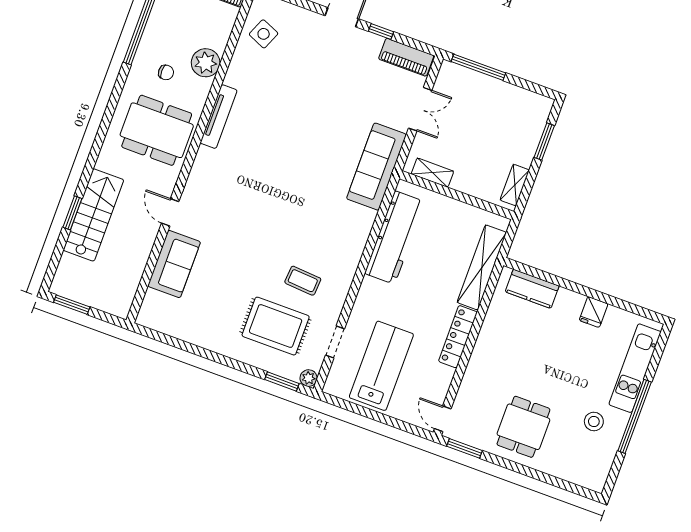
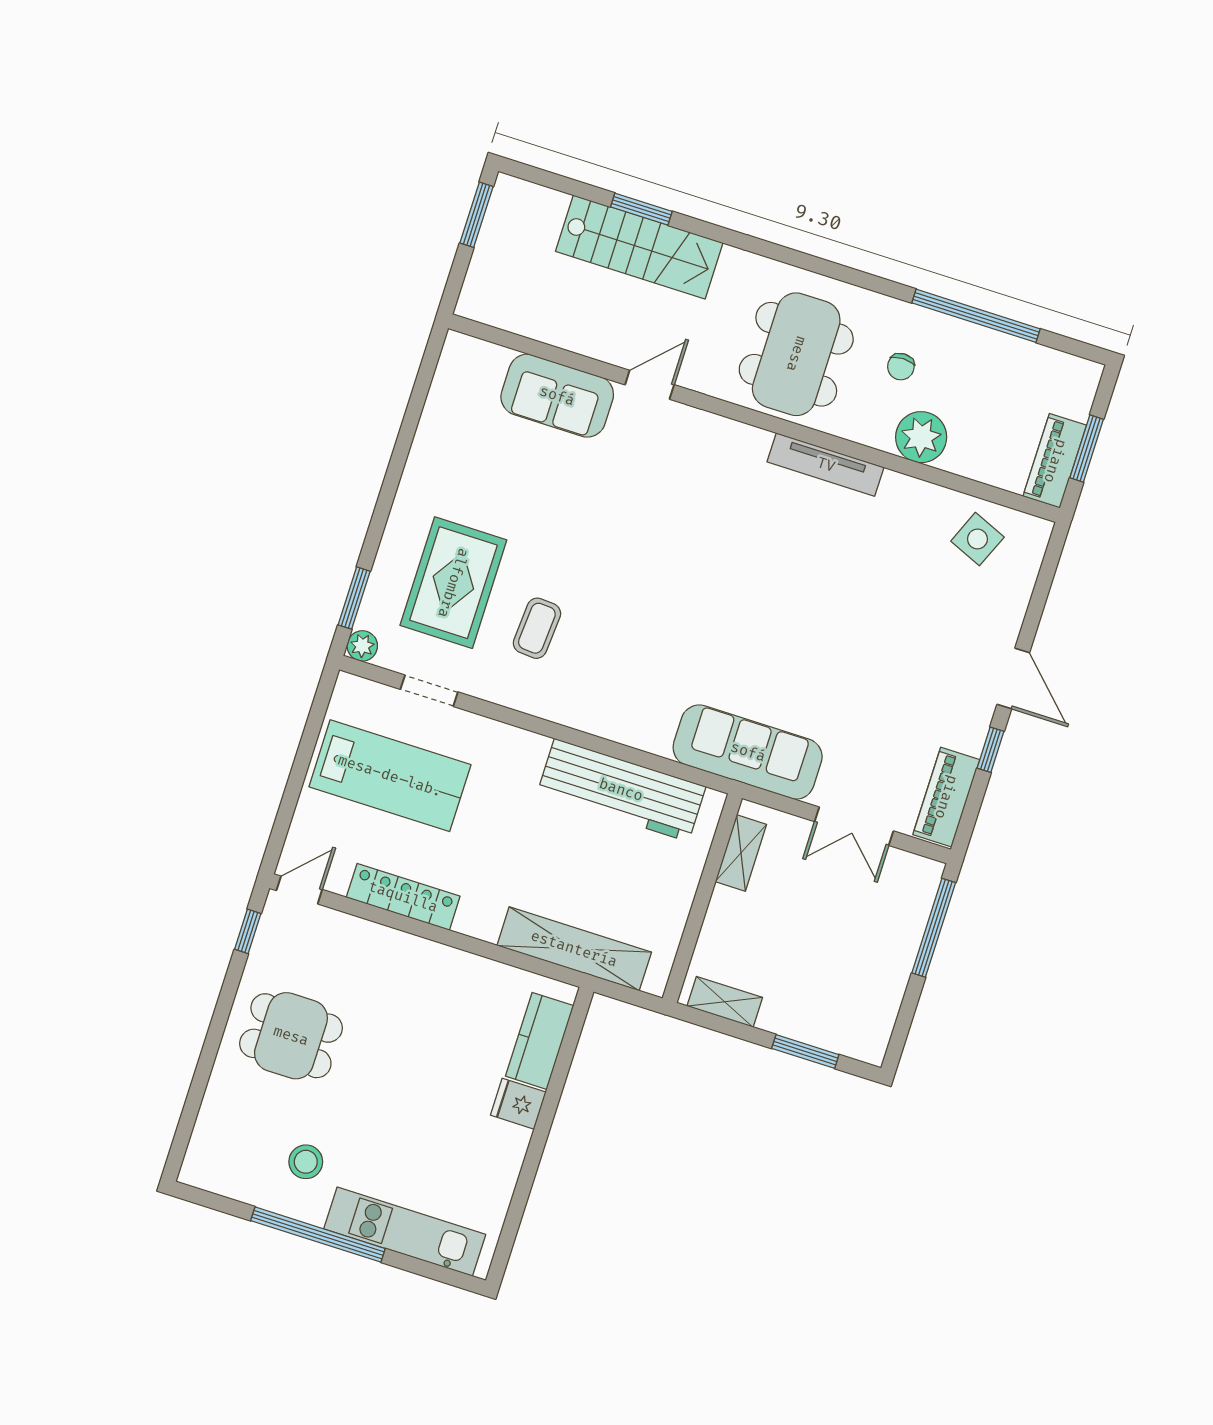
fridge: (594, 312) -> (518, 1104), moved
locker: (458, 337) -> (403, 897), moved
window: (465, 448) -> (248, 931), width x0.67

